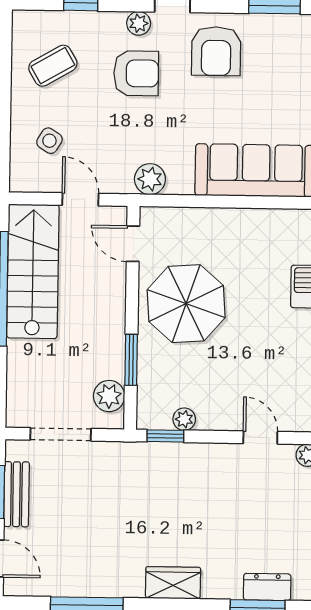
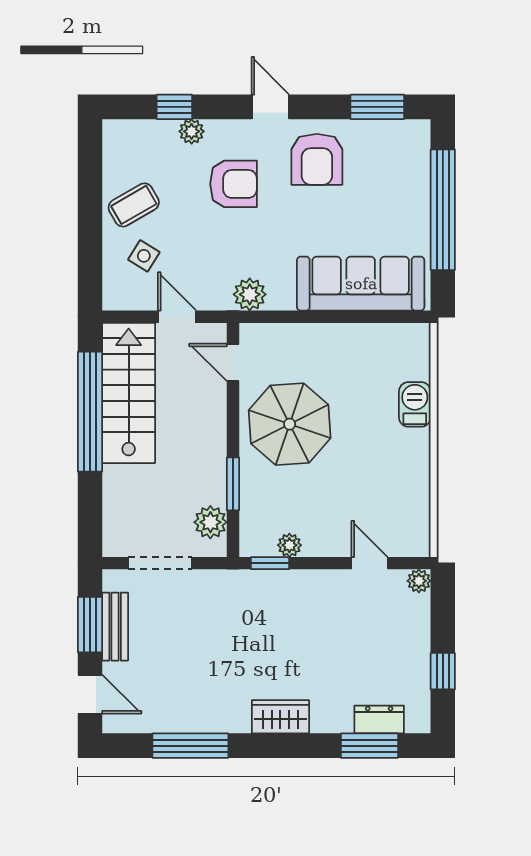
plant: (139, 23) -> (192, 131), moved
coffee table: (53, 66) -> (134, 205), moved

